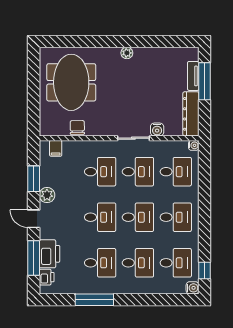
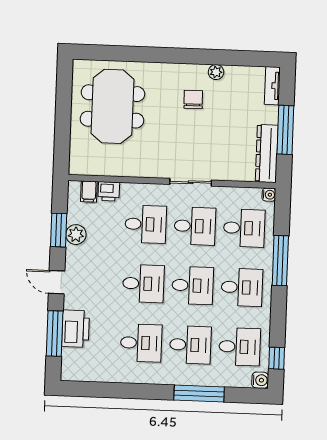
plant: (127, 53) -> (216, 72), moved
tv unit: (193, 76) -> (272, 86), moved
window: (204, 81) -> (285, 130), moved
chair: (77, 127) -> (193, 99), moved
water cooler: (157, 130) -> (222, 172), removed
plant: (47, 195) -> (76, 235), moved
window: (204, 196) -> (280, 261), added
printer: (47, 277) -> (109, 191), moved, turned 90
window: (94, 300) -> (199, 393), moved

